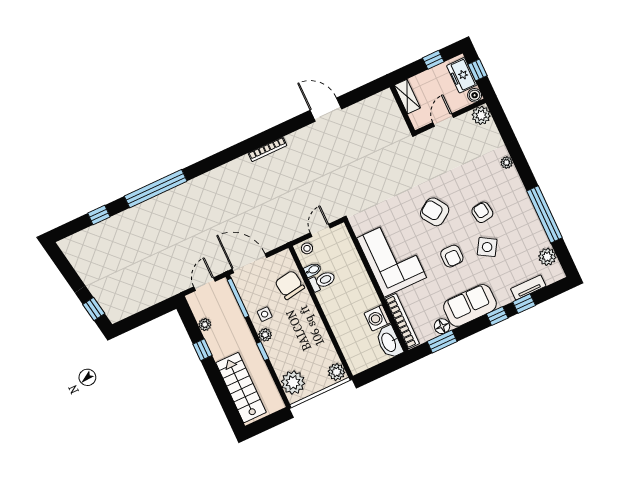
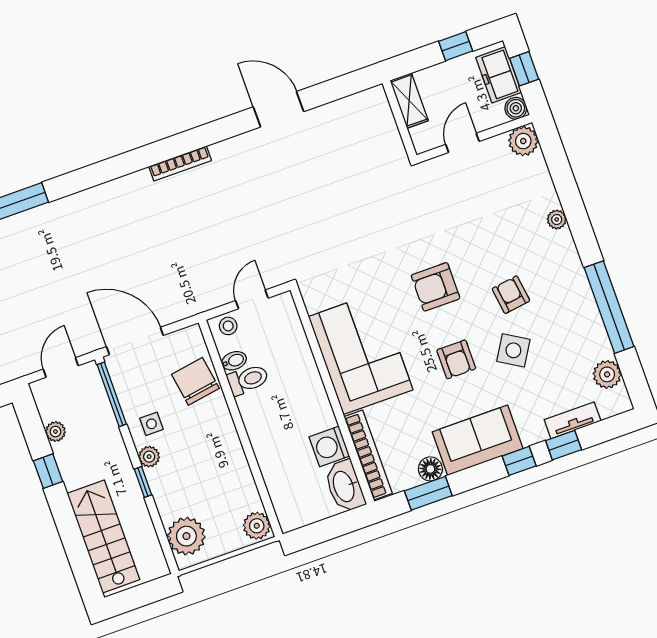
armchair: (435, 212) -> (436, 287), turned -56

